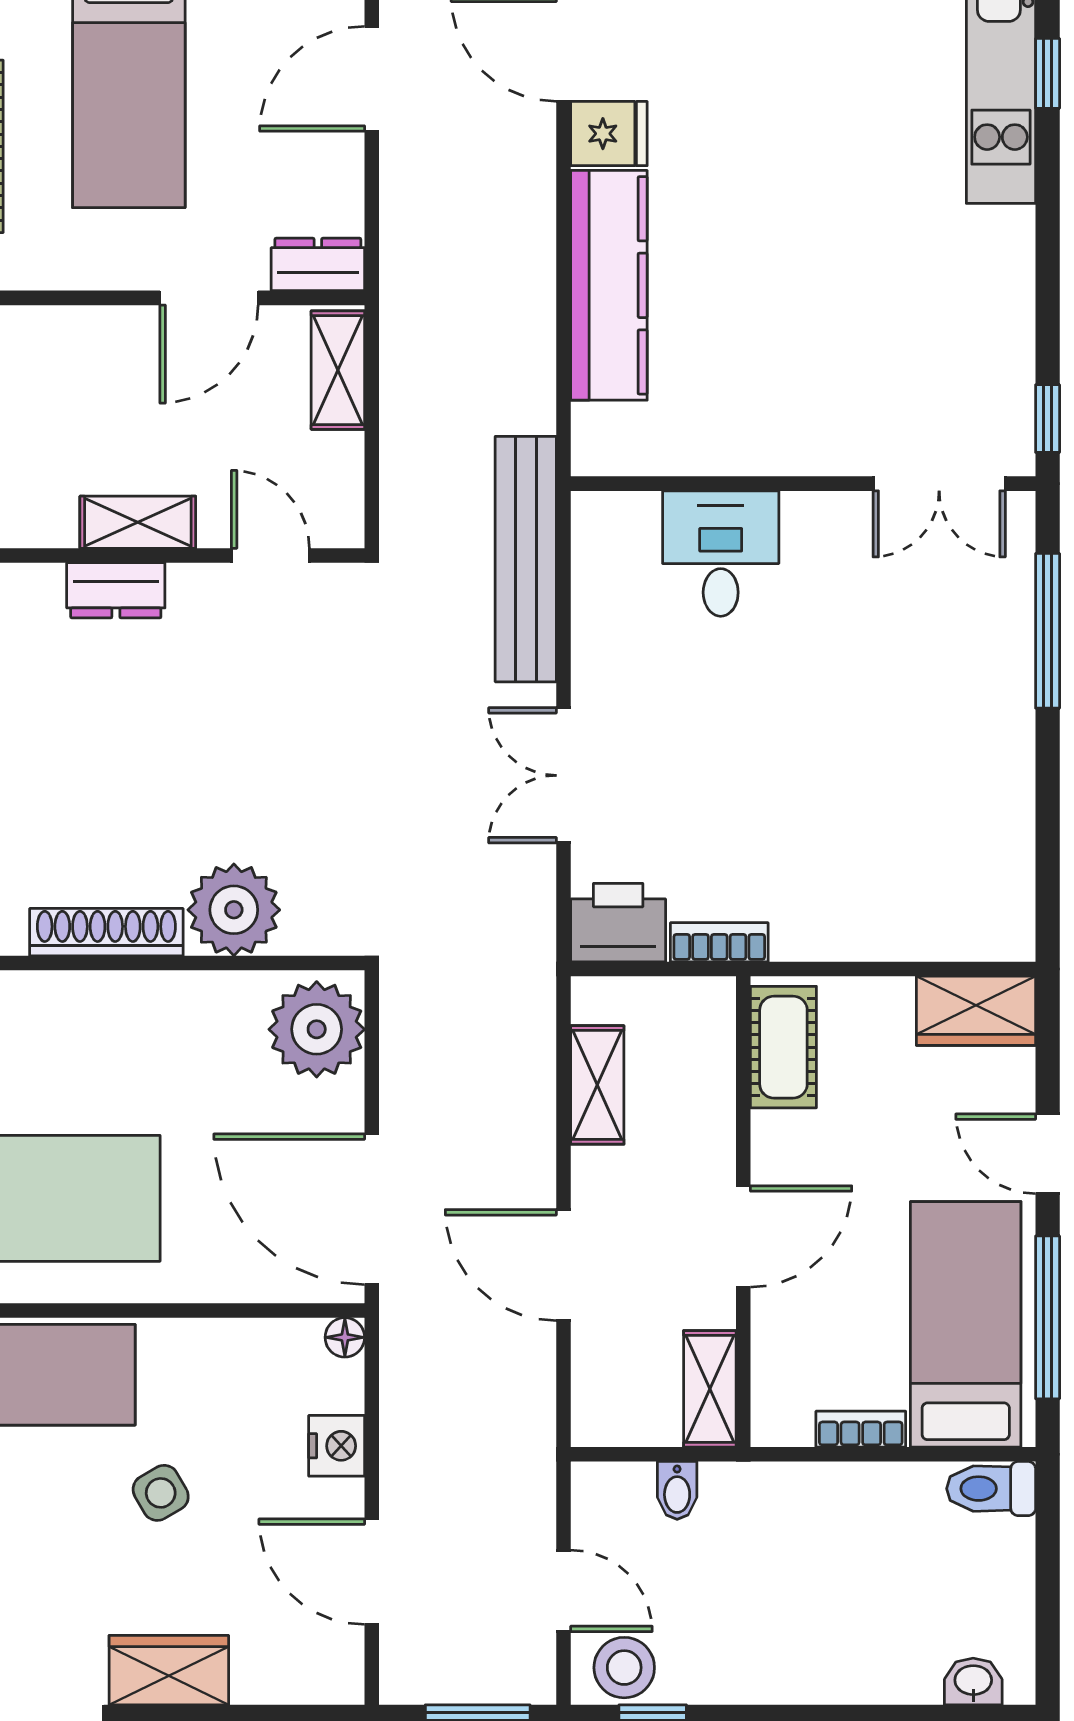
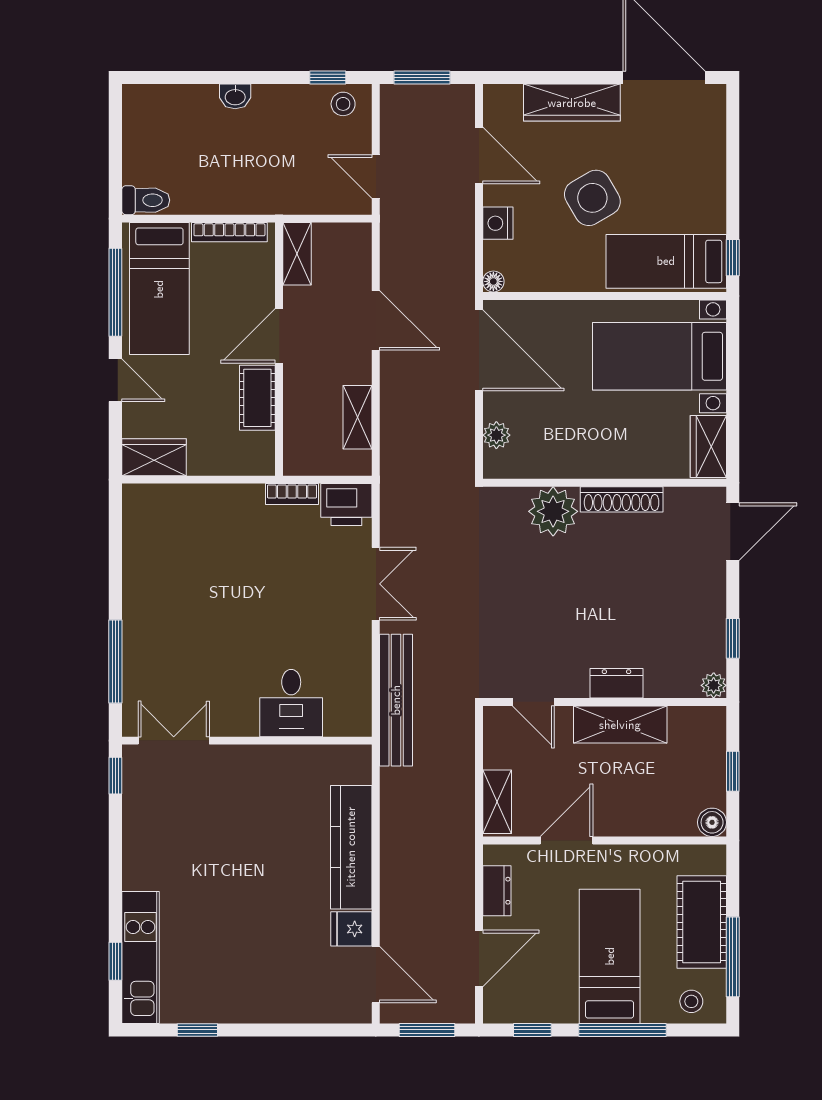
dresser: (318, 264) -> (497, 891), moved, turned -90
shelving: (138, 522) -> (620, 725), width x1.50, depth x1.33
plant: (317, 1029) -> (496, 435), width x0.53, depth x0.53
cot: (783, 1047) -> (257, 398), moved
bookcase: (861, 1429) -> (229, 232), width x1.56
bidet: (677, 1490) -> (315, 199), removed
side table: (161, 1493) -> (592, 198), width x1.87, depth x1.87
door: (563, 1591) -> (376, 177), moved
stool: (624, 1668) -> (343, 104), width x0.73, depth x0.73
wardrobe: (169, 1670) -> (572, 103), width x1.50
washbasin: (973, 1681) -> (235, 96), moved

